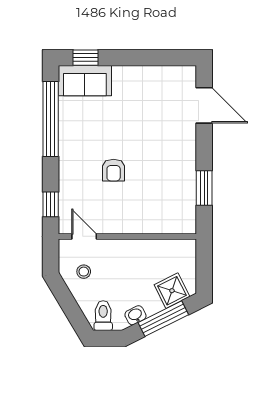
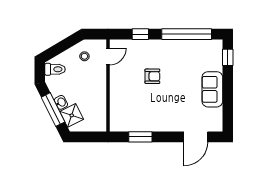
sofa: (85, 81) -> (212, 89), moved
armchair: (114, 170) -> (152, 76), turned 180
window: (51, 204) -> (140, 34), moved
washbasin: (135, 315) -> (61, 102), moved

